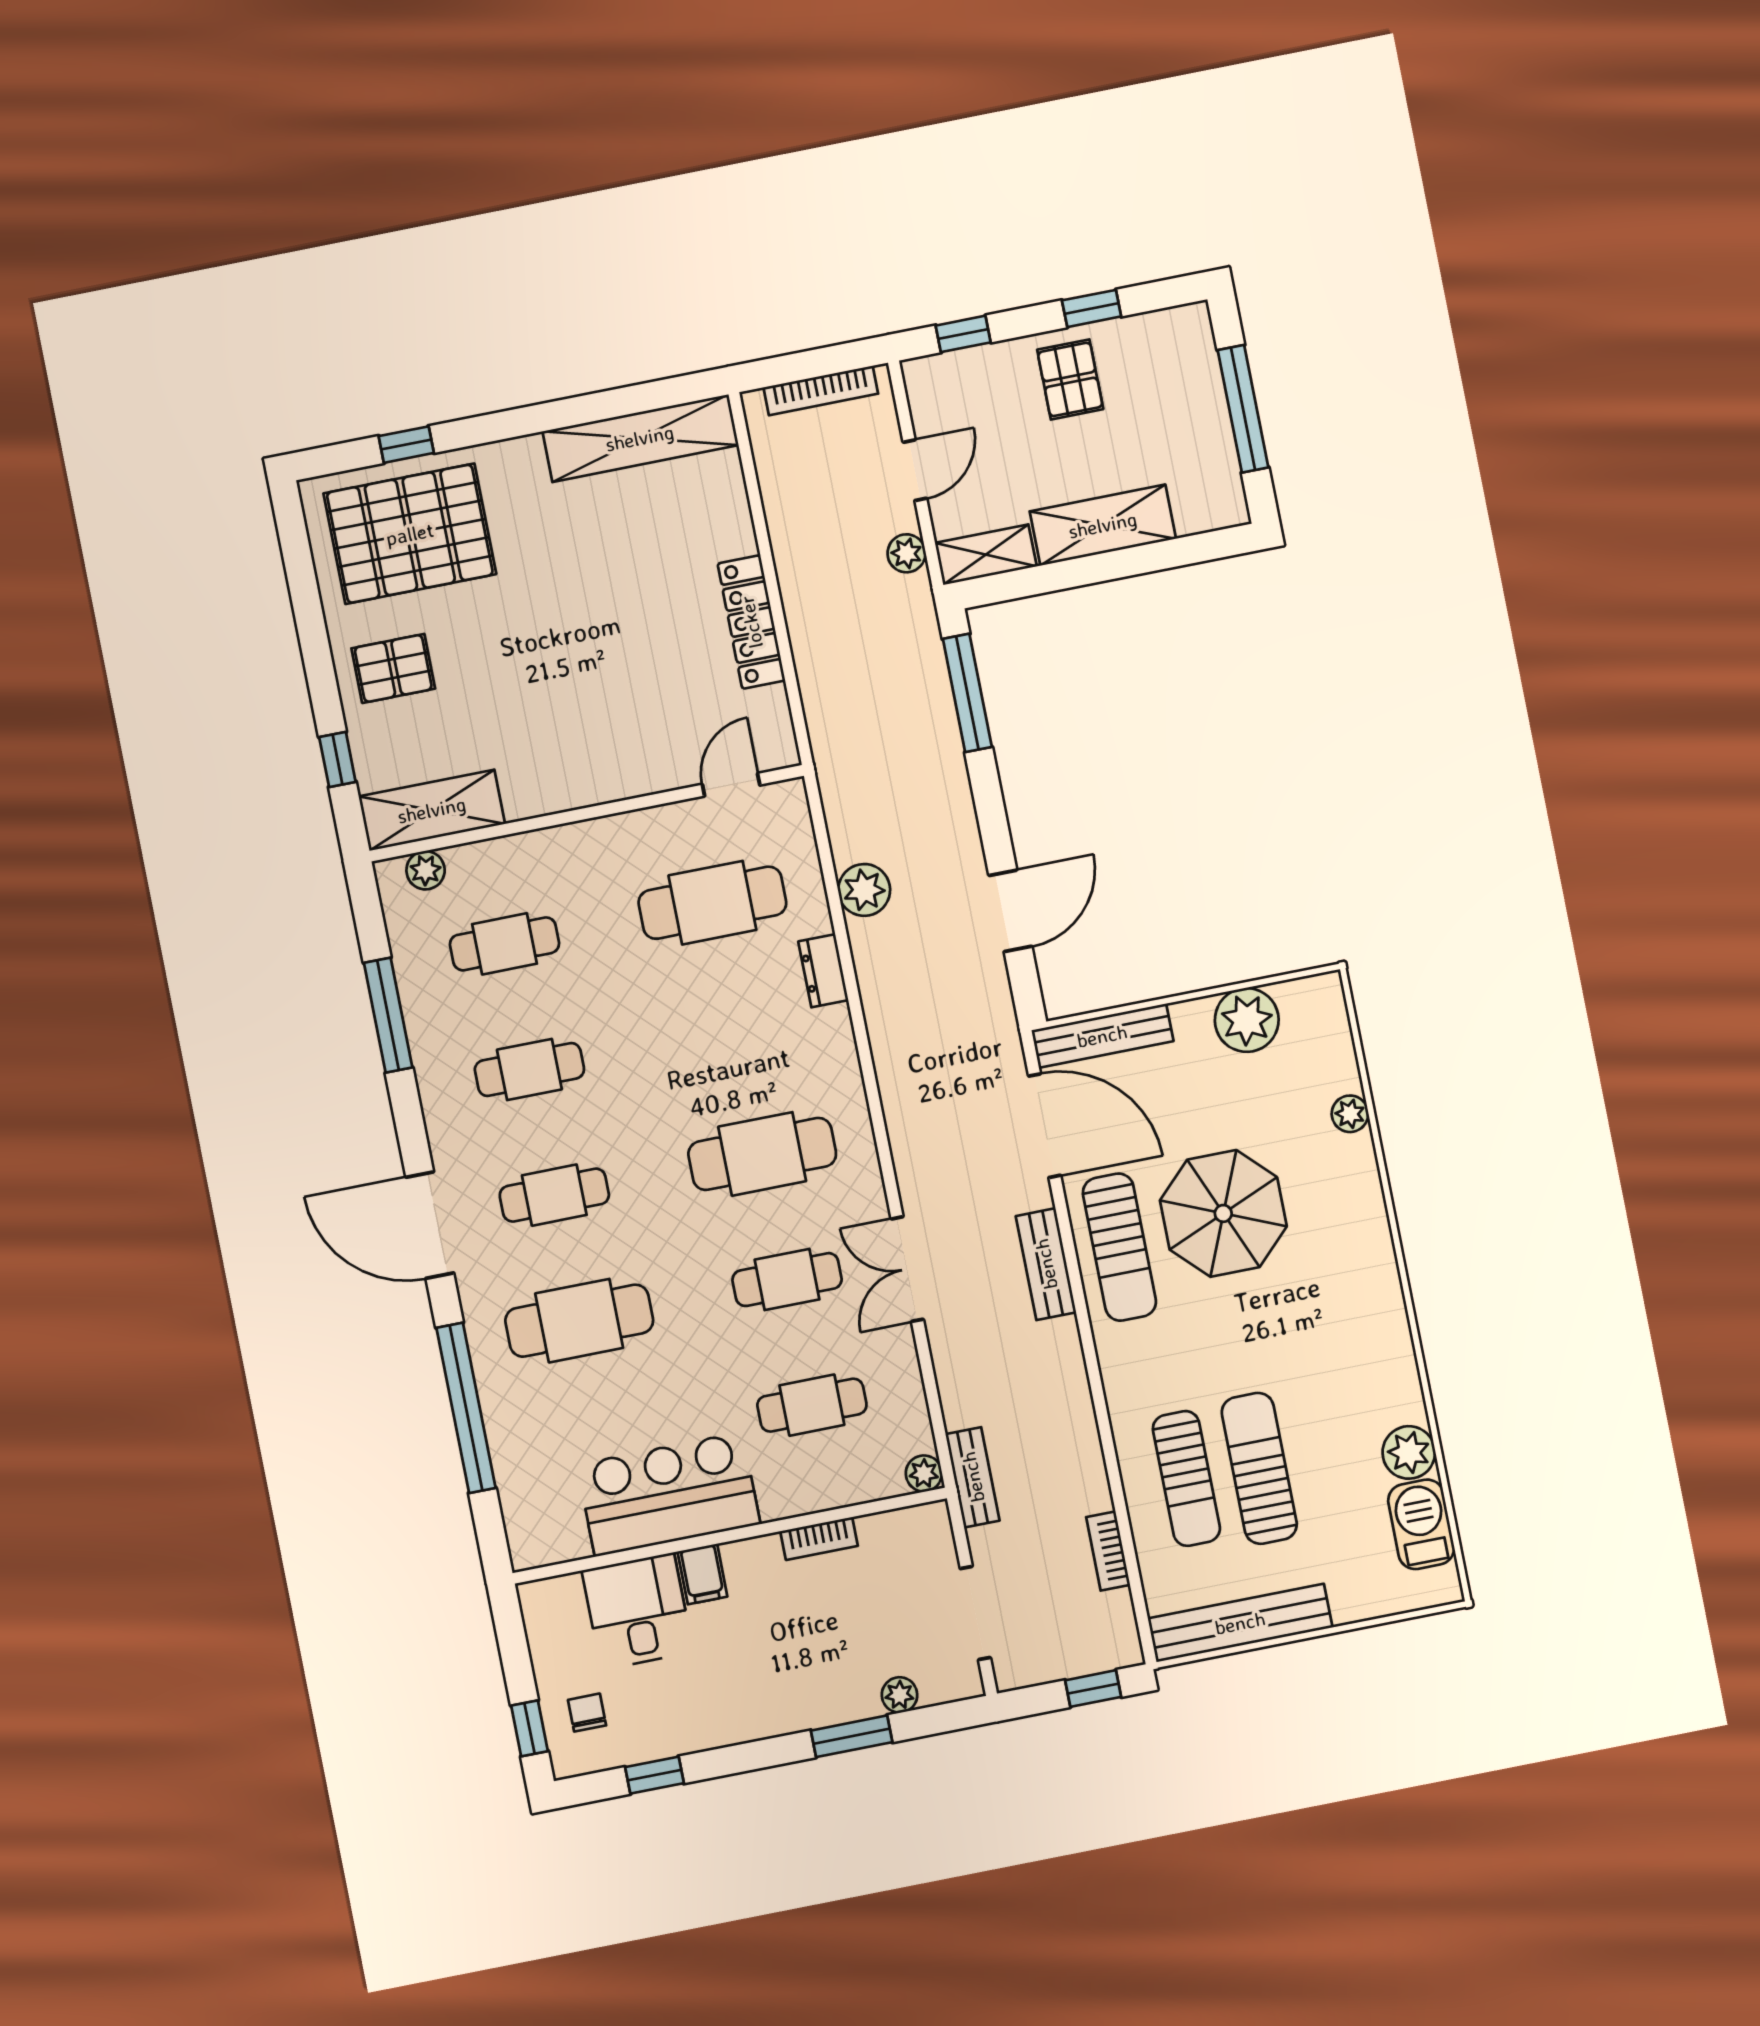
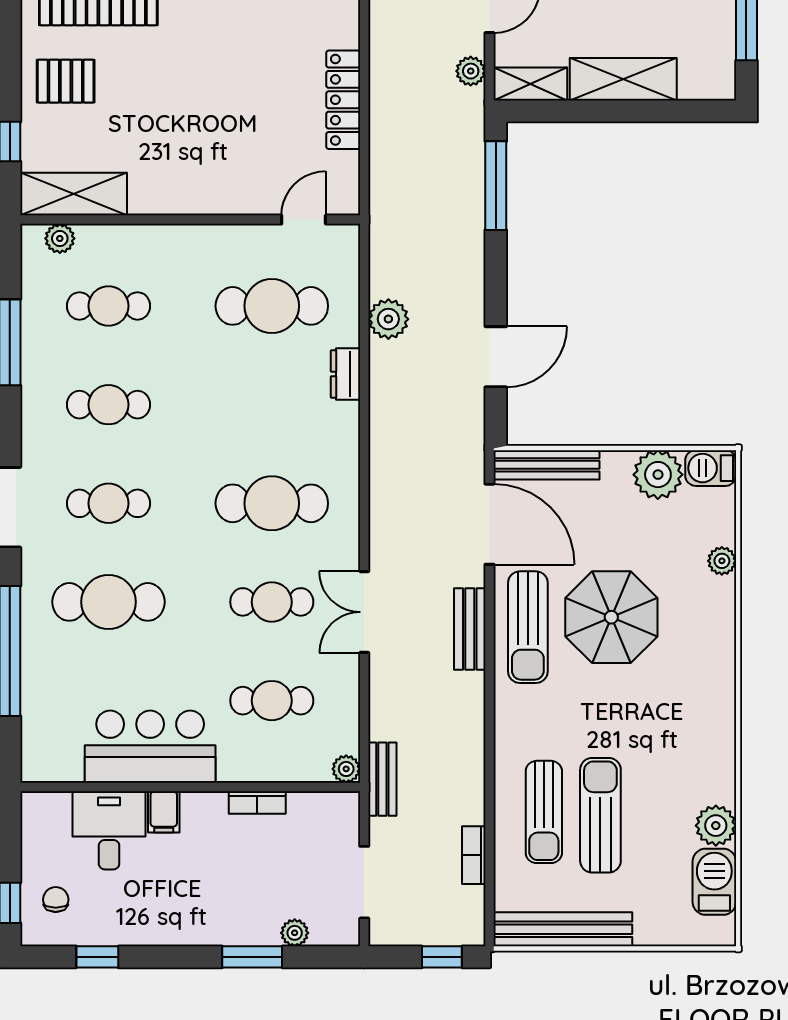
barbecue: (1312, 998) -> (711, 468), added

